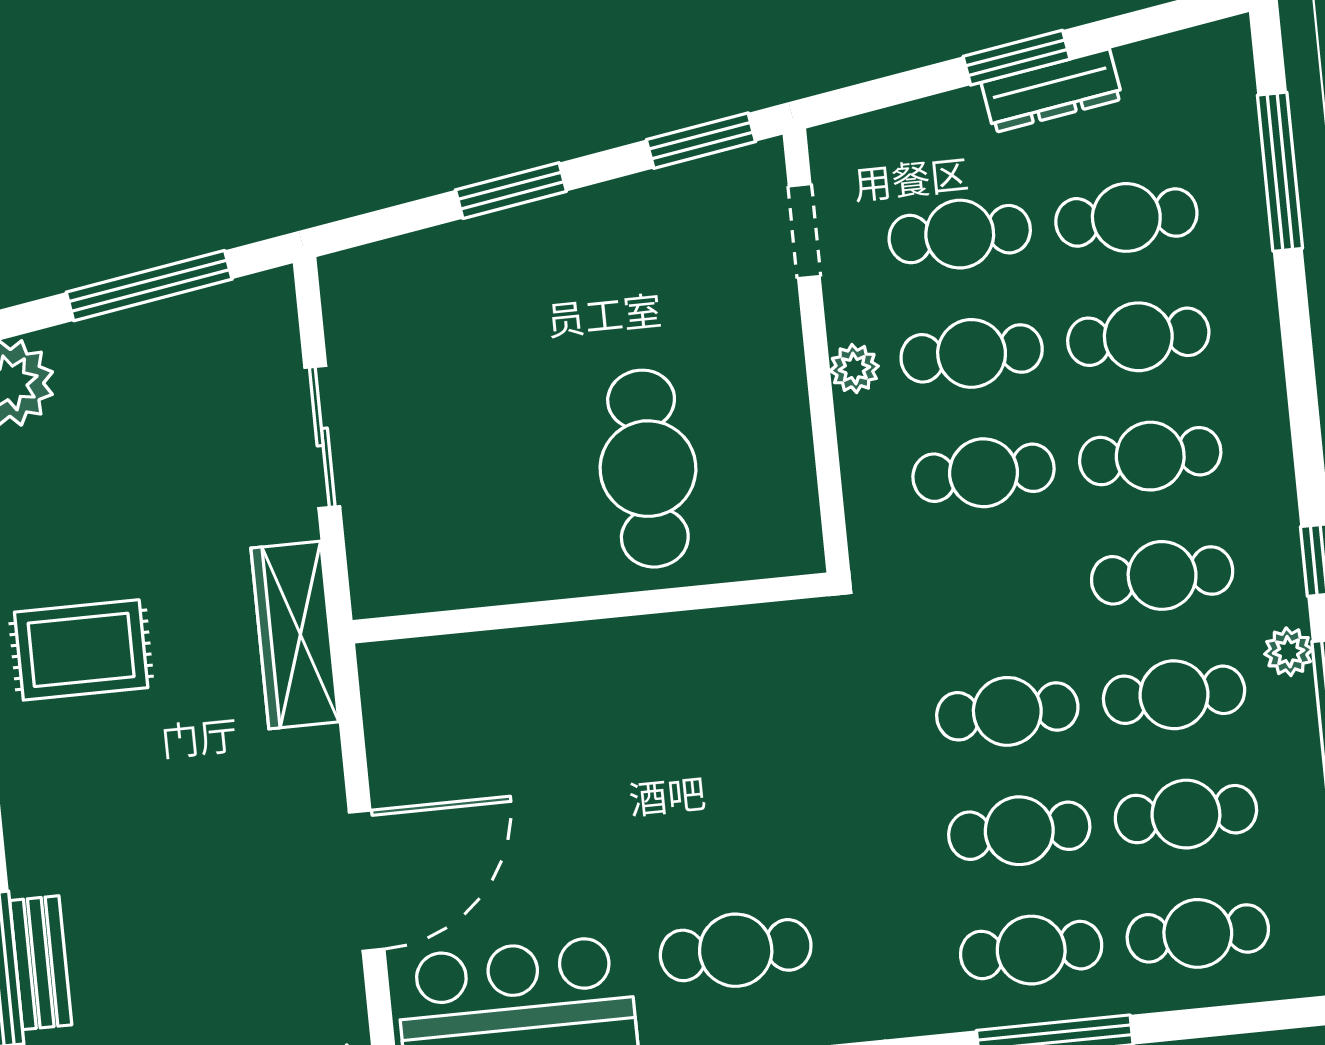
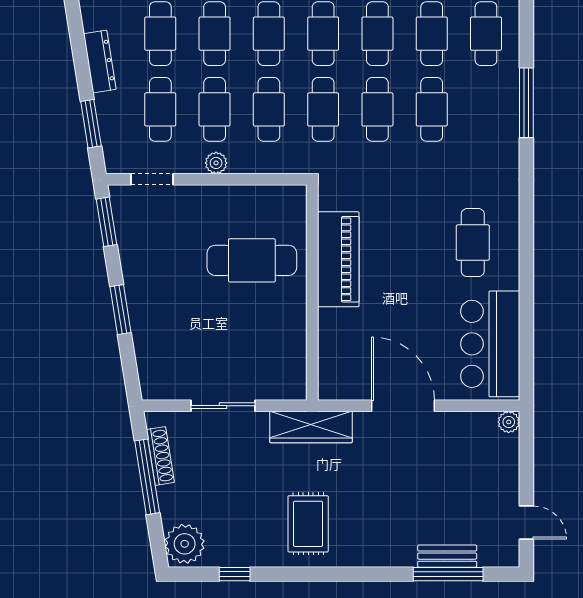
window: (1017, 58) -> (91, 124), moved
shoe rack: (198, 310) -> (160, 456), added
piano: (669, 658) -> (338, 259), added
door: (367, 881) -> (403, 406), moved
cafe table: (1031, 950) -> (323, 109), moved

